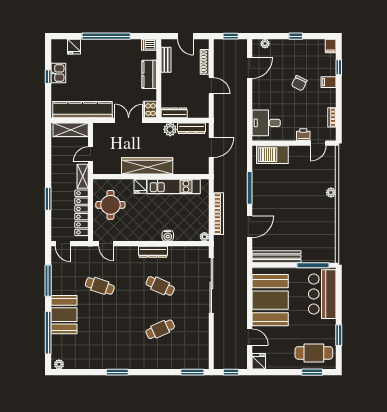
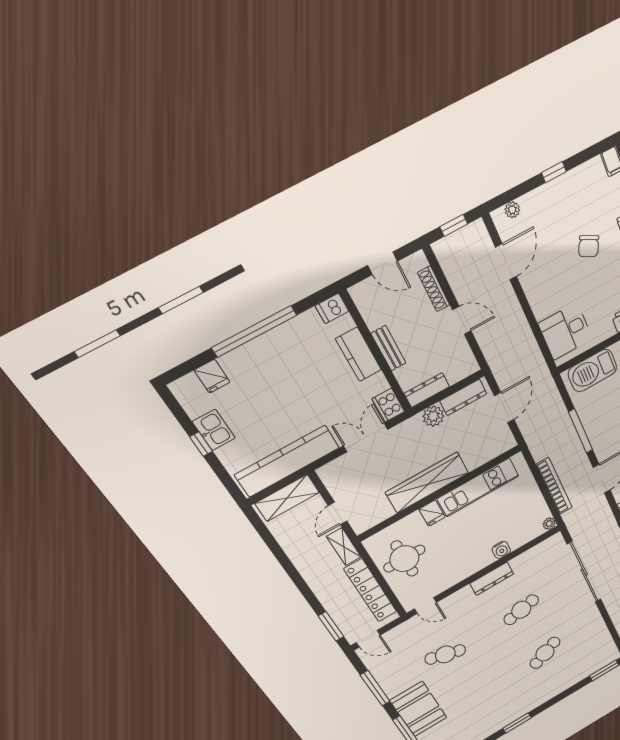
bench: (166, 60) -> (389, 348), moved
window: (48, 199) -> (331, 626), moved
cafe table: (160, 286) -> (521, 610), turned -36

